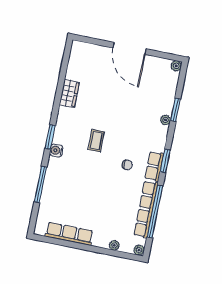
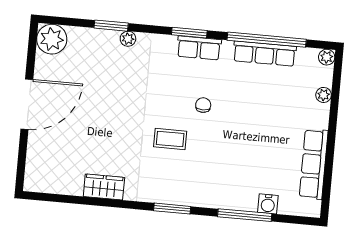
plant: (176, 66) -> (52, 39), width x1.87, depth x1.87
water cooler: (56, 150) -> (268, 204), moved
chair: (127, 165) -> (203, 105), moved
row of seats: (146, 209) -> (265, 54), width x0.73

